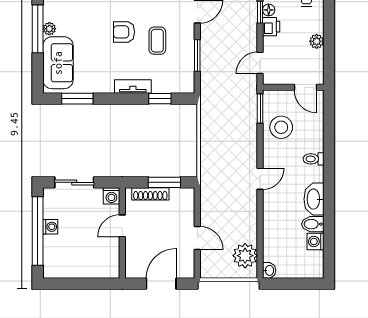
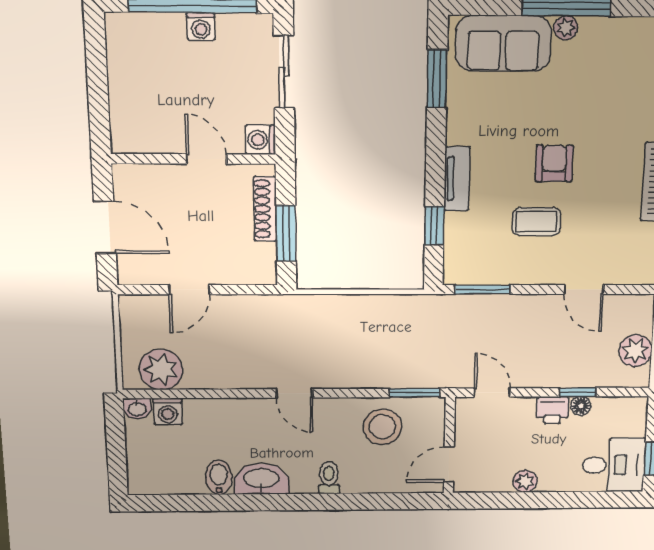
window: (197, 56) -> (483, 289), moved
washing machine: (315, 241) -> (168, 412), moved, turned 180

